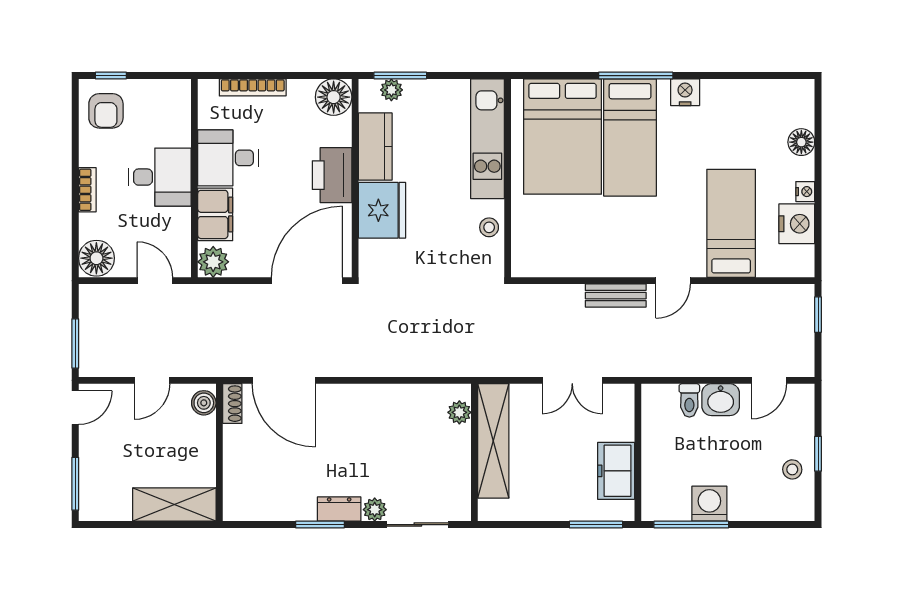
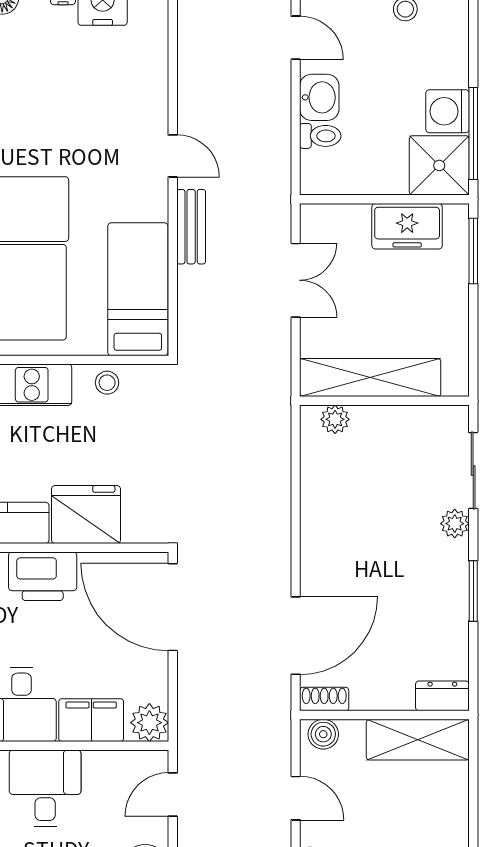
bed: (731, 223) -> (138, 289), moved, turned 90
shower: (665, 497) -> (439, 165), added
shelving: (174, 505) -> (418, 740), moved, turned 90
dresser: (339, 509) -> (442, 696), moved, turned 90

